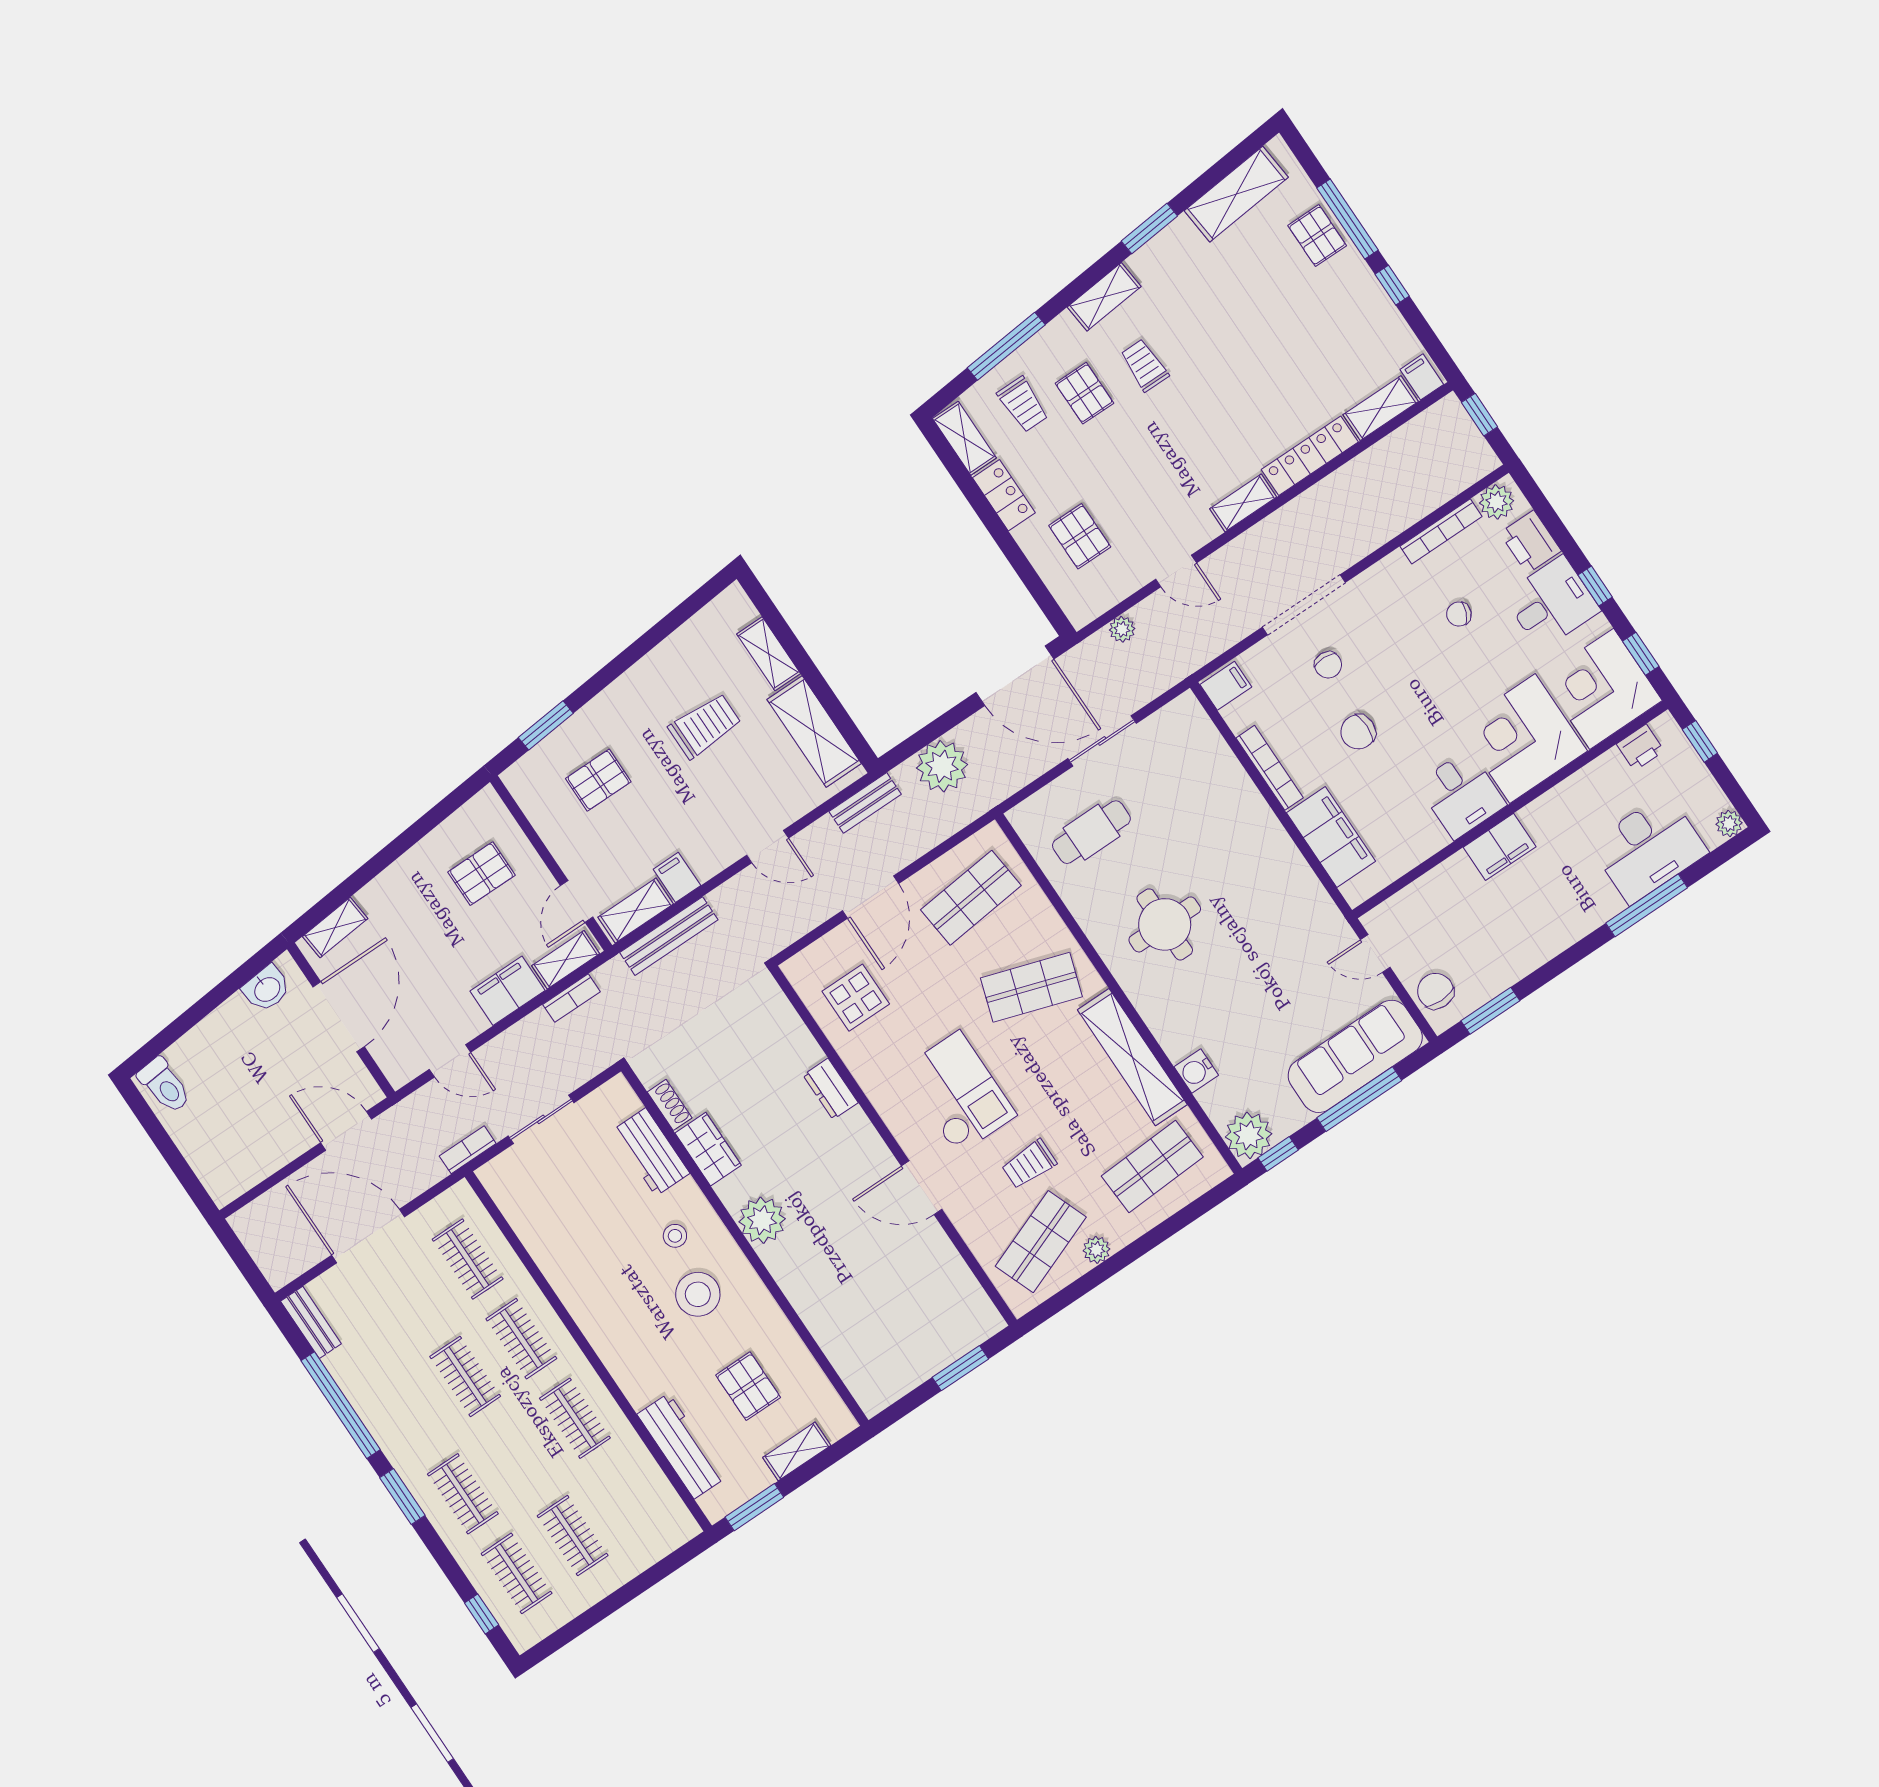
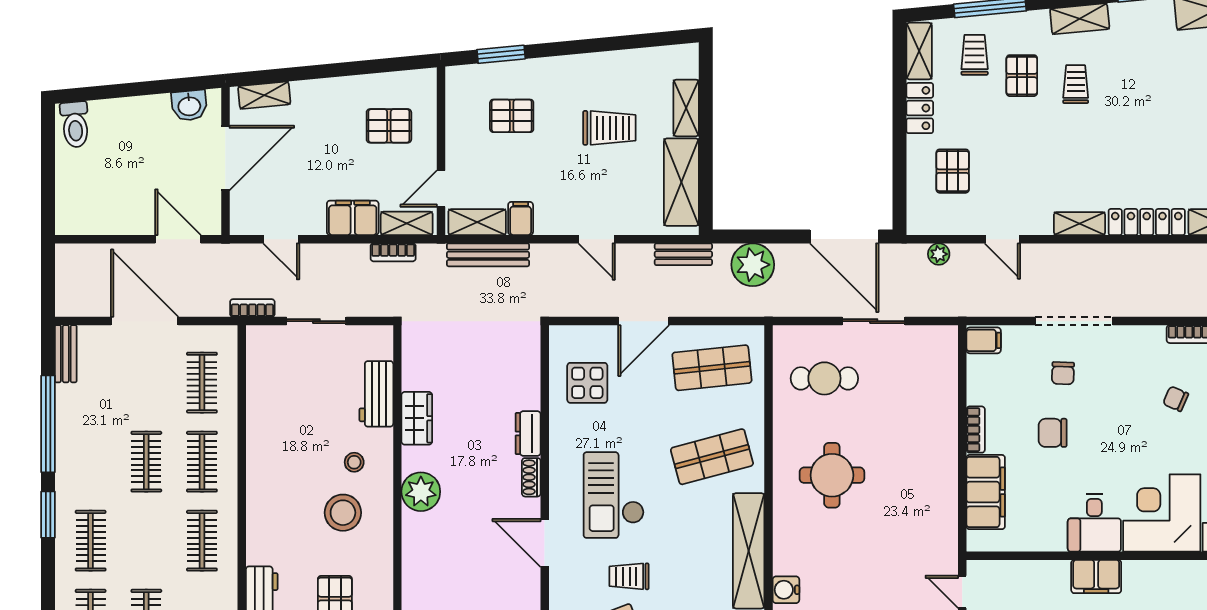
trolley: (1023, 404) -> (975, 55), turned 180
bookcase: (1270, 768) -> (976, 430), width x0.64
shop shelf: (1031, 987) -> (712, 457), turned -33
checkout: (959, 1093) -> (614, 495), turned 180
shoe rack: (670, 1105) -> (531, 477), moved, turned 180

